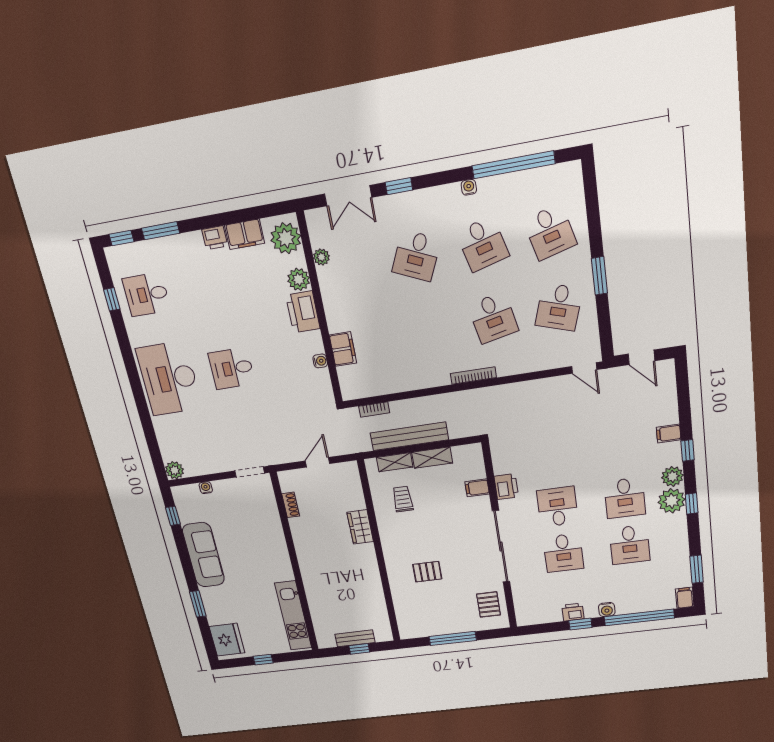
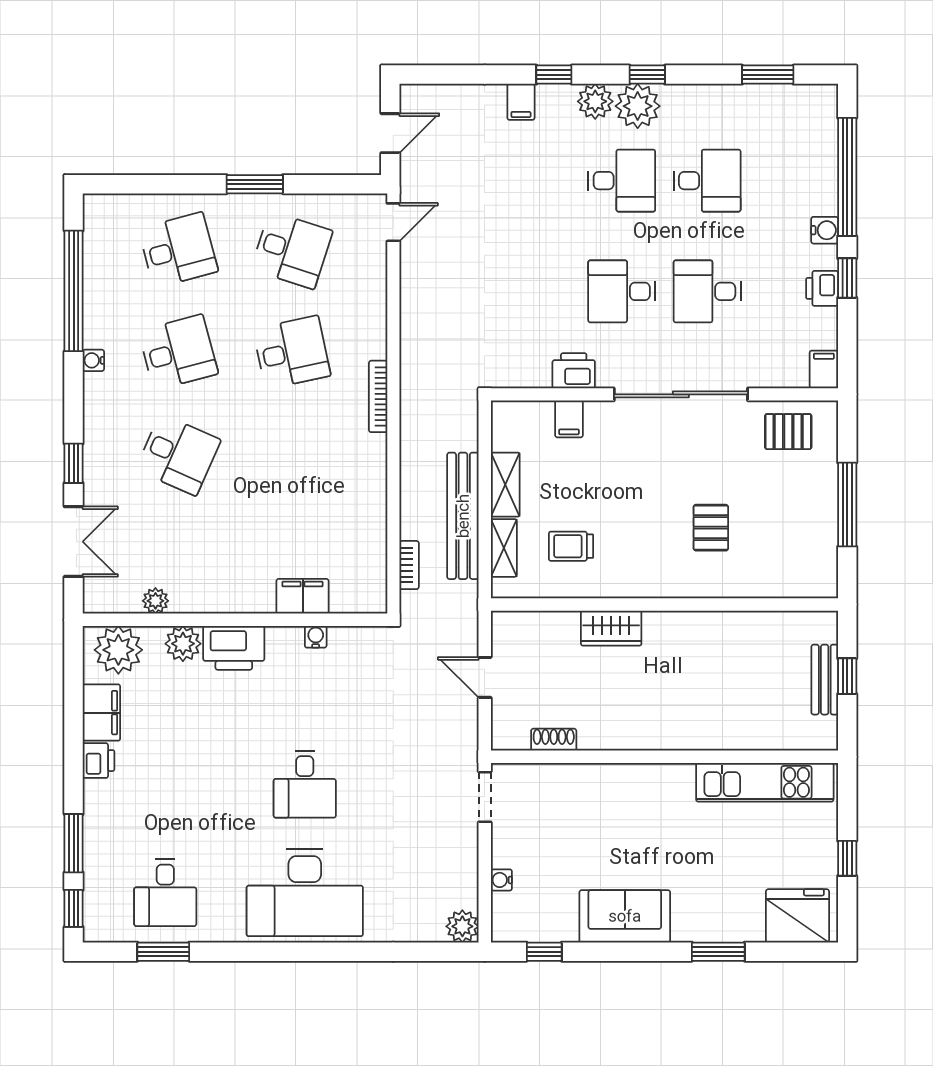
window: (112, 299) -> (163, 952), width x1.50
desk: (563, 553) -> (707, 291), turned 180
sofa: (203, 555) -> (625, 916), width x0.73
filing cabinet: (685, 598) -> (824, 369), moved, turned 90

